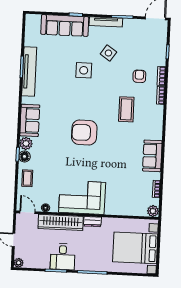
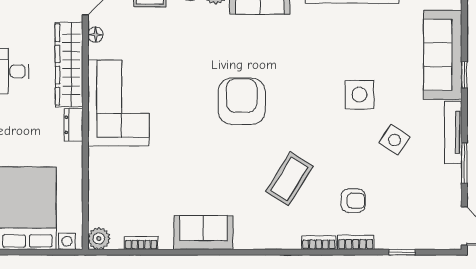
coffee table: (126, 109) -> (289, 179), turned -58

